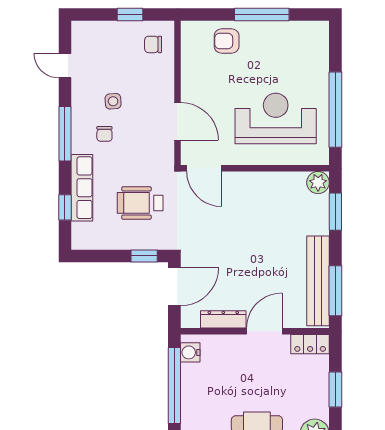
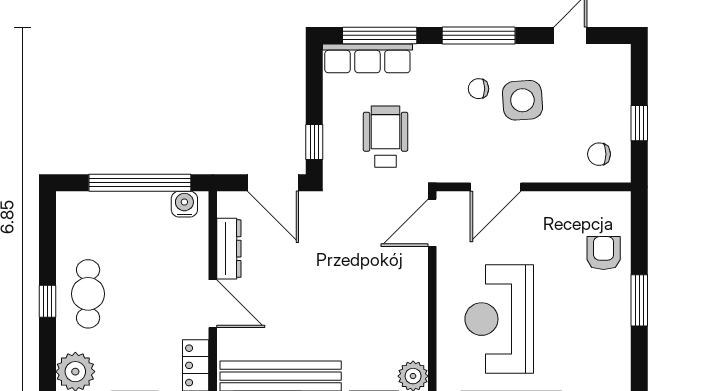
window: (262, 14) -> (639, 300), width x0.69
chair: (153, 44) -> (599, 154), turned -90
side table: (113, 101) -> (522, 100), width x1.87, depth x1.87
reception desk: (276, 118) -> (499, 319), turned 180
row of seats: (82, 188) -> (367, 58), moved
window: (65, 207) -> (380, 35), width x2.17

